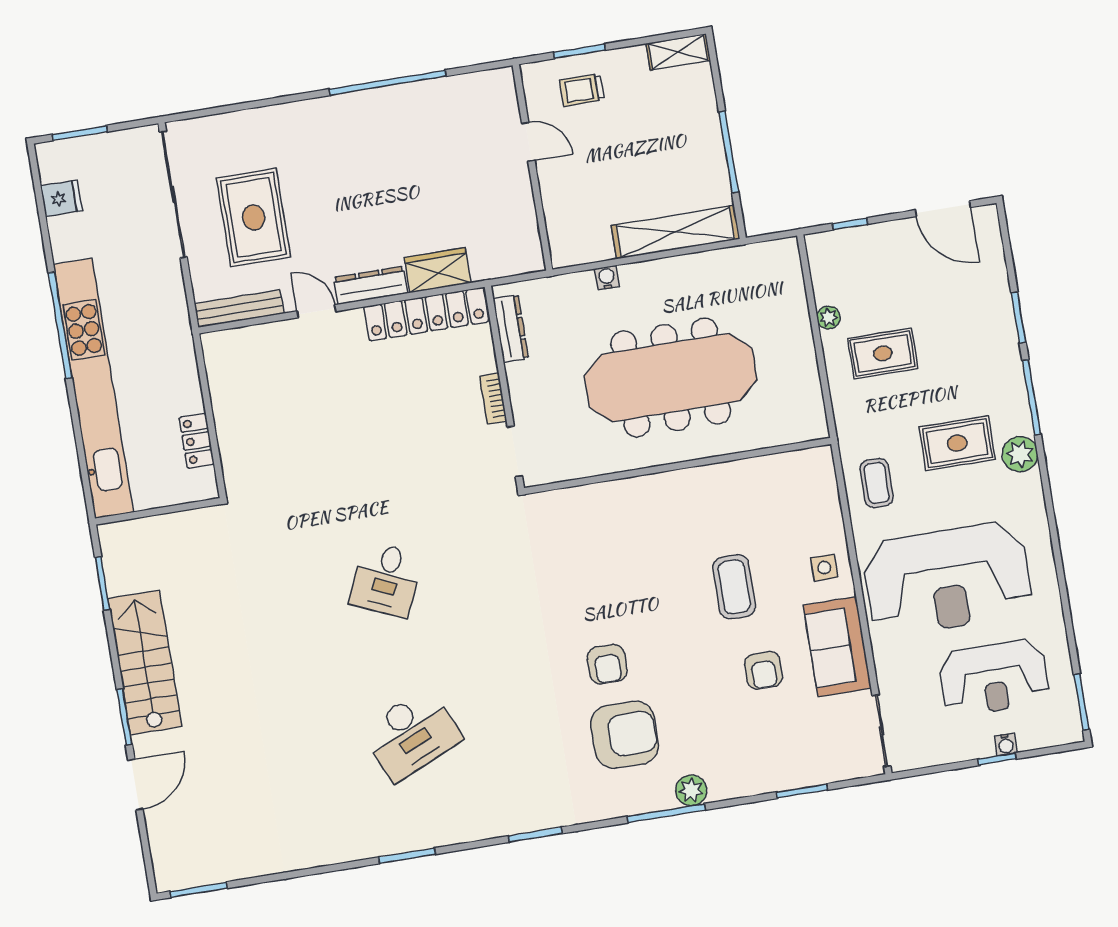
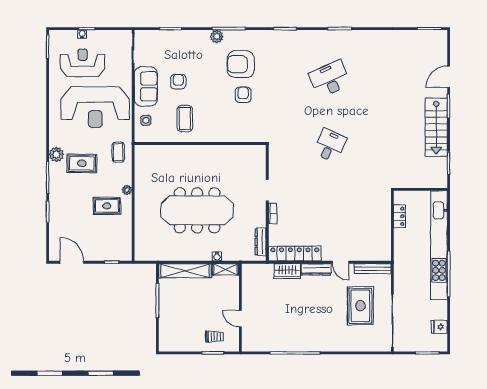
shelving: (678, 52) -> (225, 269), moved
plant: (829, 318) -> (127, 190), moved
wall: (678, 466) -> (200, 144), moved
reception desk: (947, 579) -> (95, 107), turned 180

